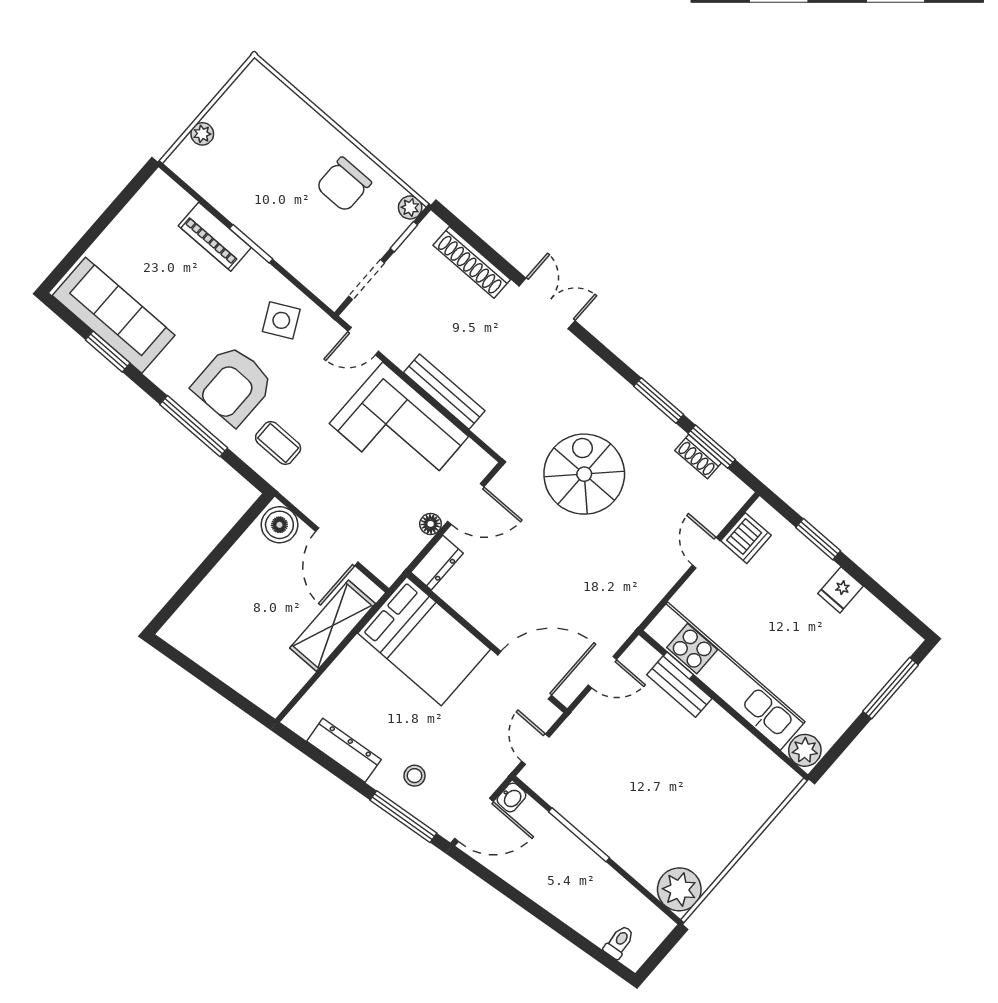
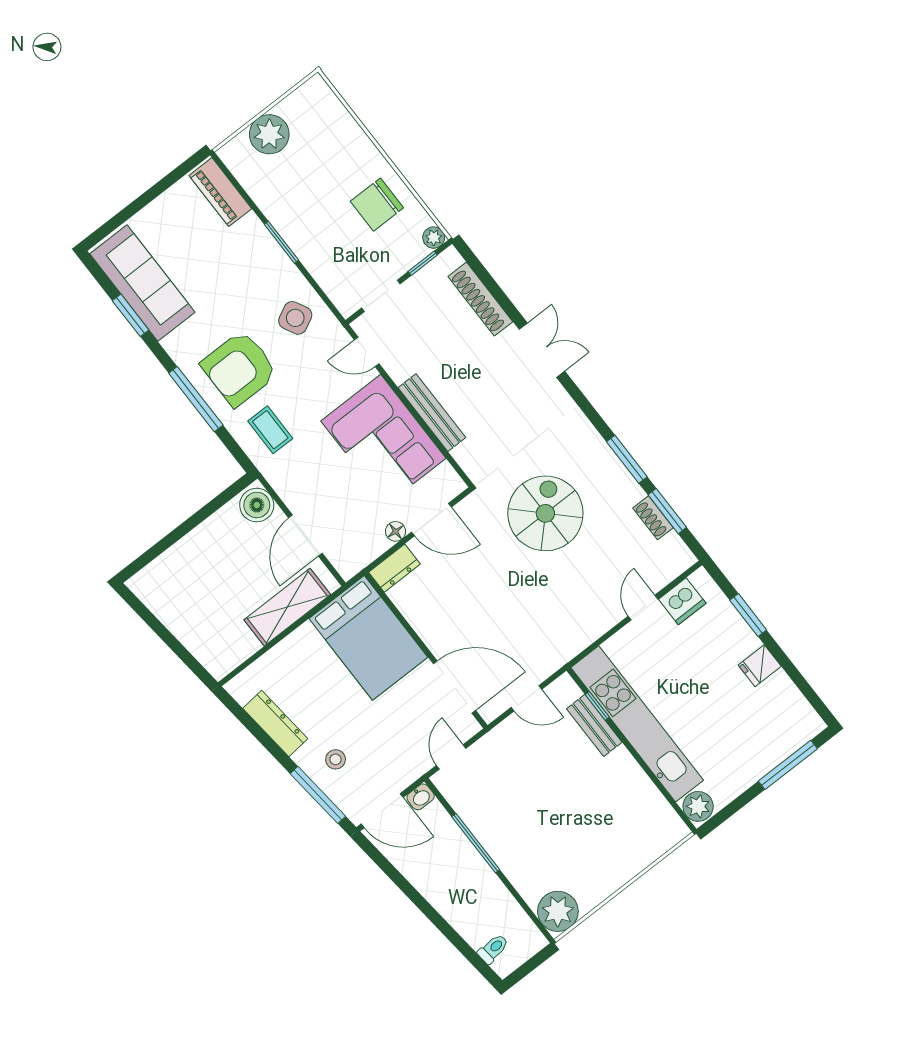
plant: (202, 134) -> (269, 134), width x1.88, depth x1.88
piano: (215, 237) -> (220, 192), moved

